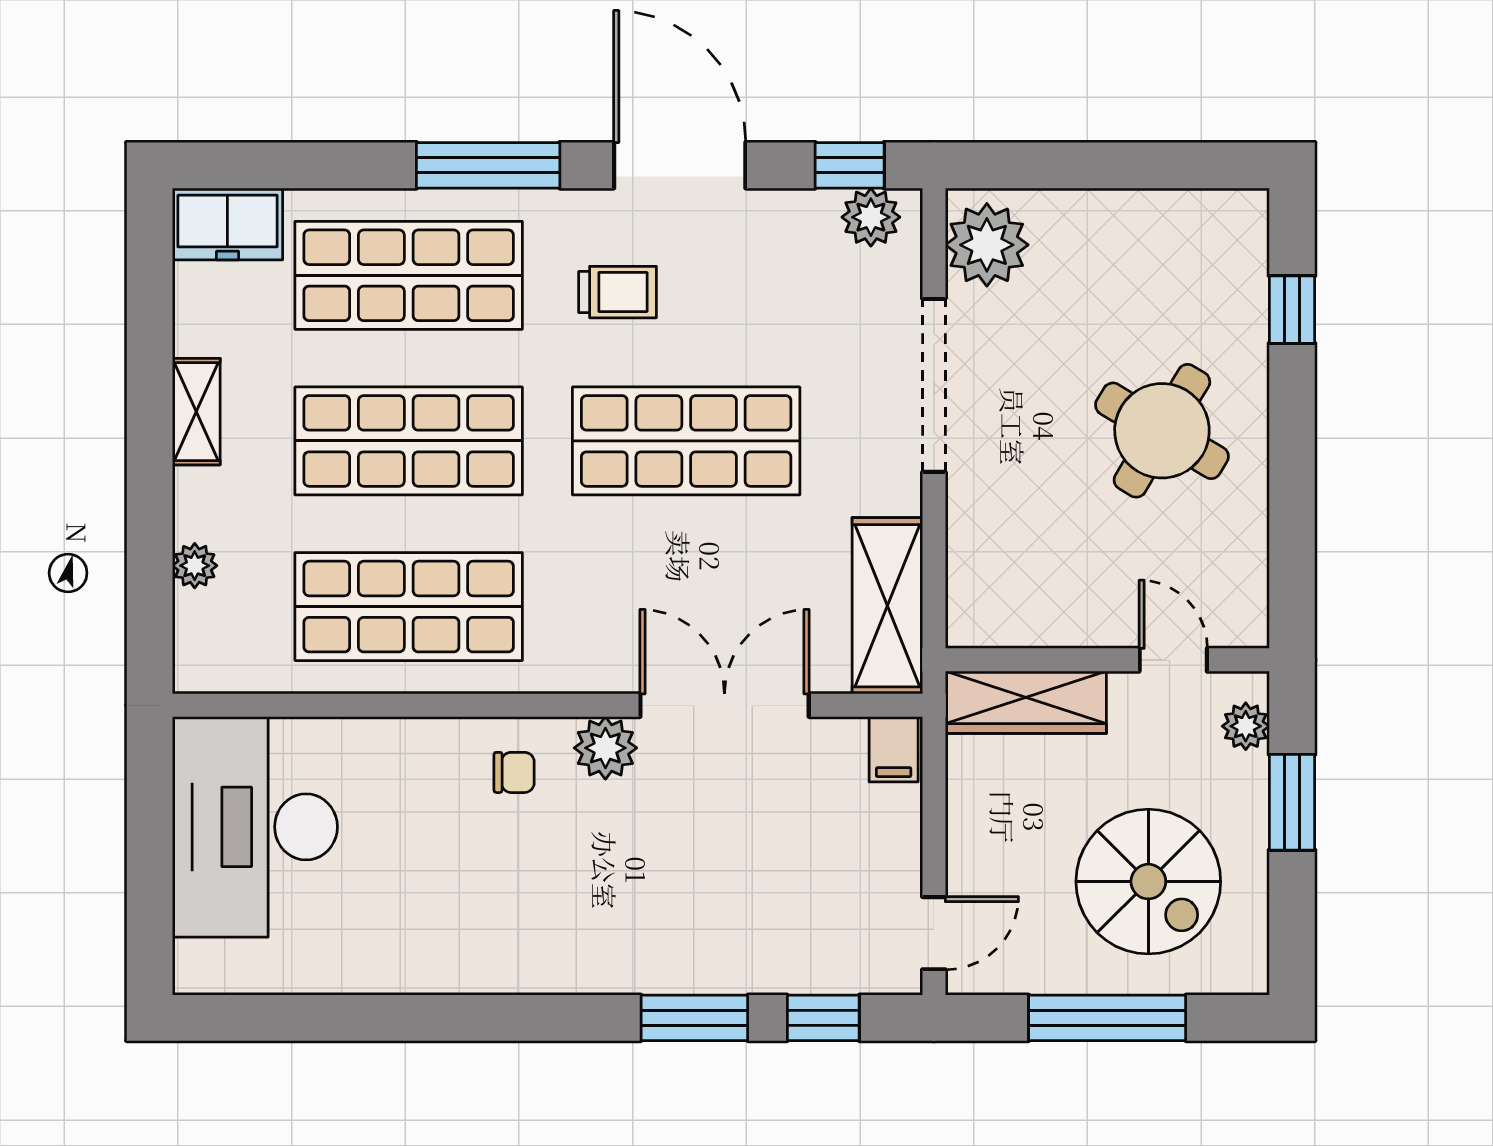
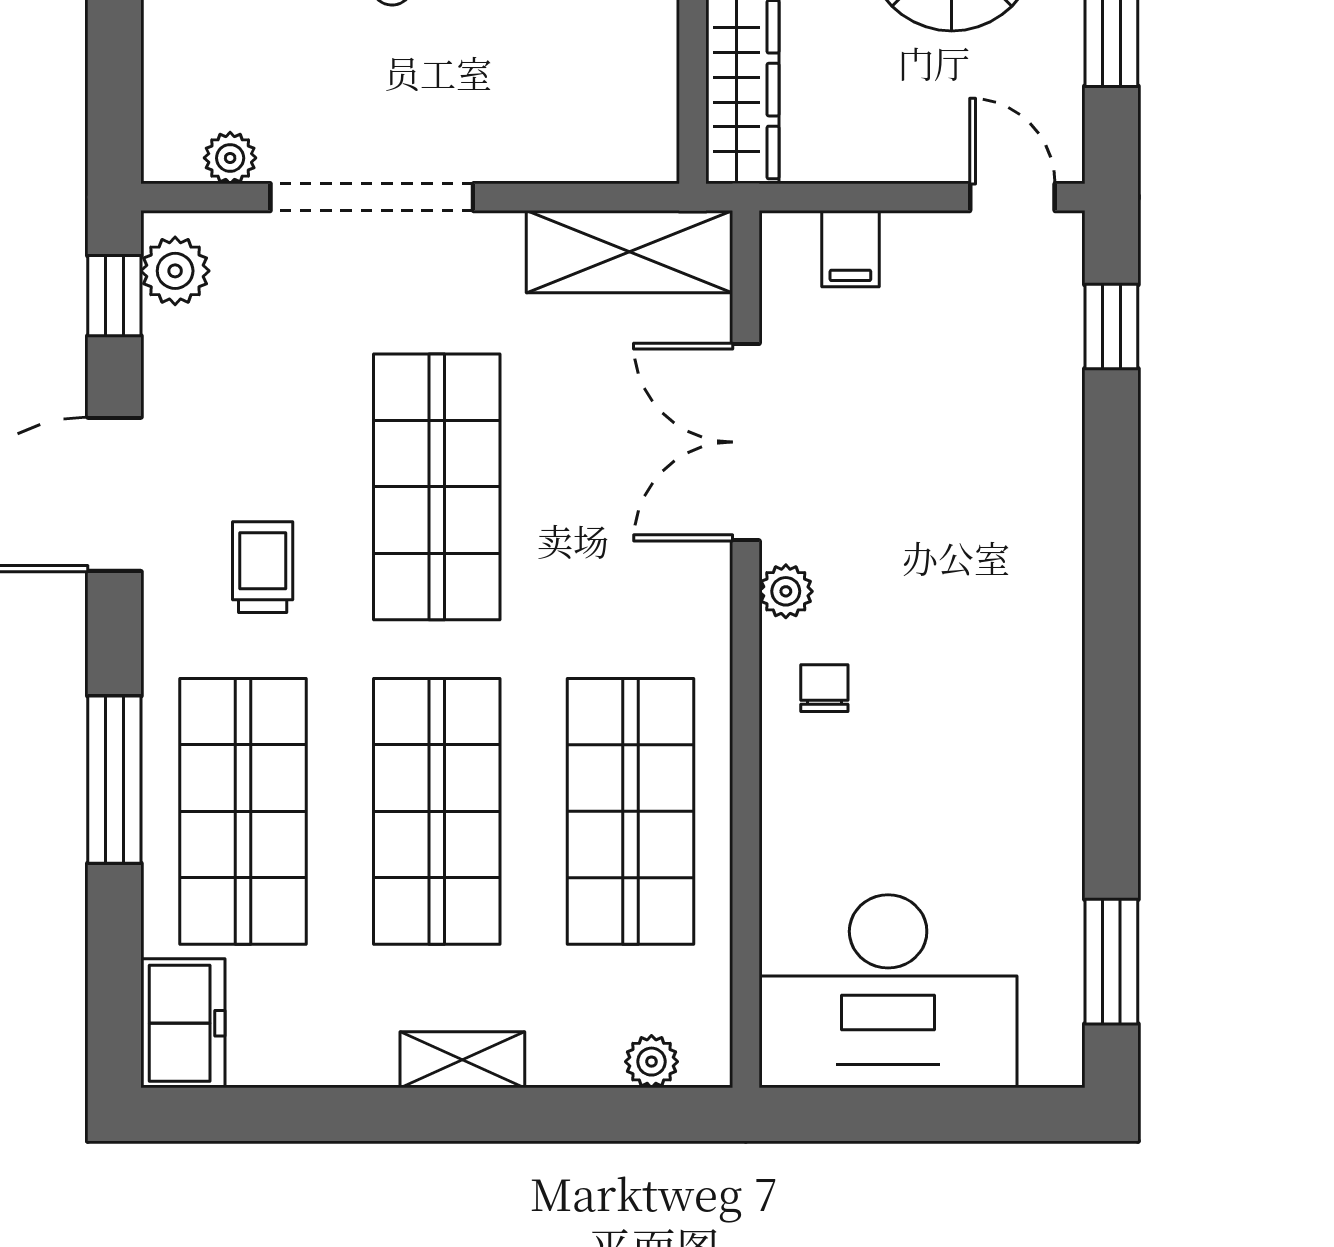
window: (488, 165) -> (114, 780), moved
plant: (987, 245) -> (230, 158), width x0.53, depth x0.53
shelving: (196, 412) -> (462, 1060), moved
plant: (195, 566) -> (651, 1062), moved
plant: (605, 748) -> (786, 591), width x0.73, depth x0.73
filing cabinet: (894, 749) -> (850, 249), moved, turned 90
window: (694, 1018) -> (1111, 962), moved

